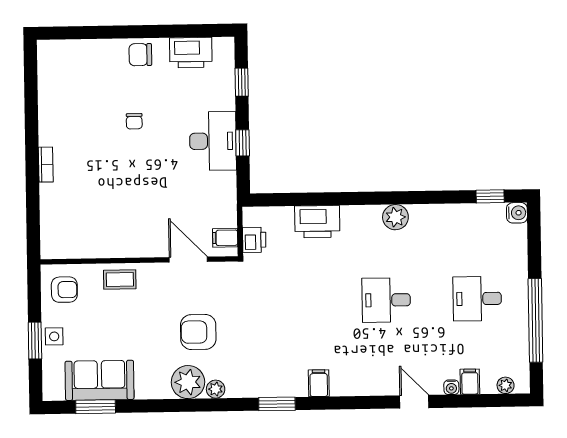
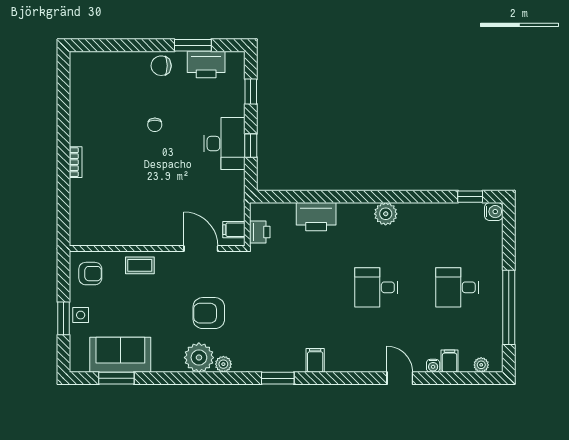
window: (176, 31) -> (193, 45), added

